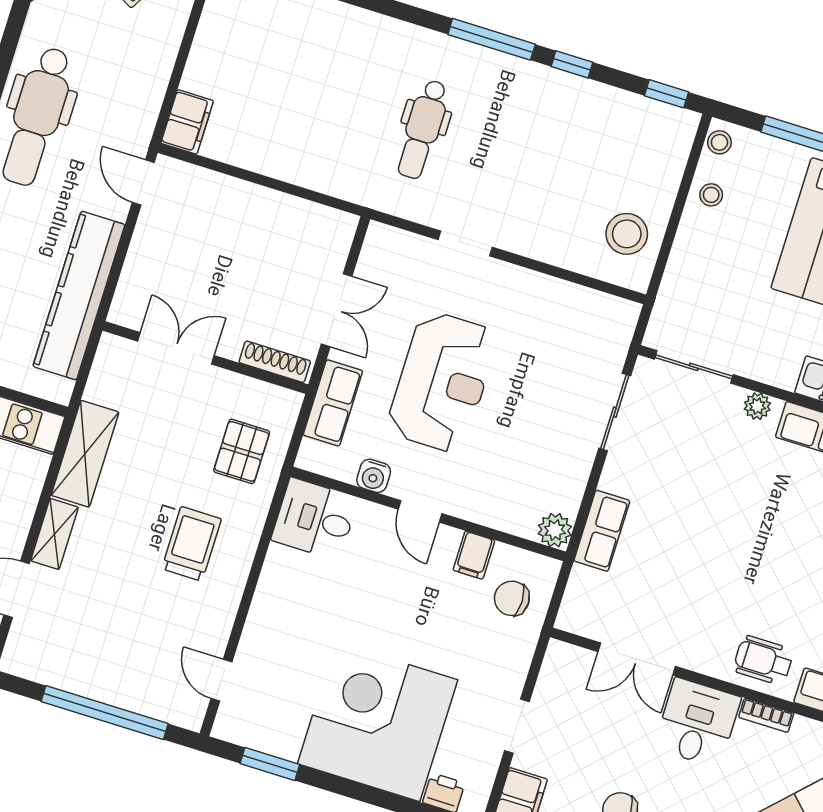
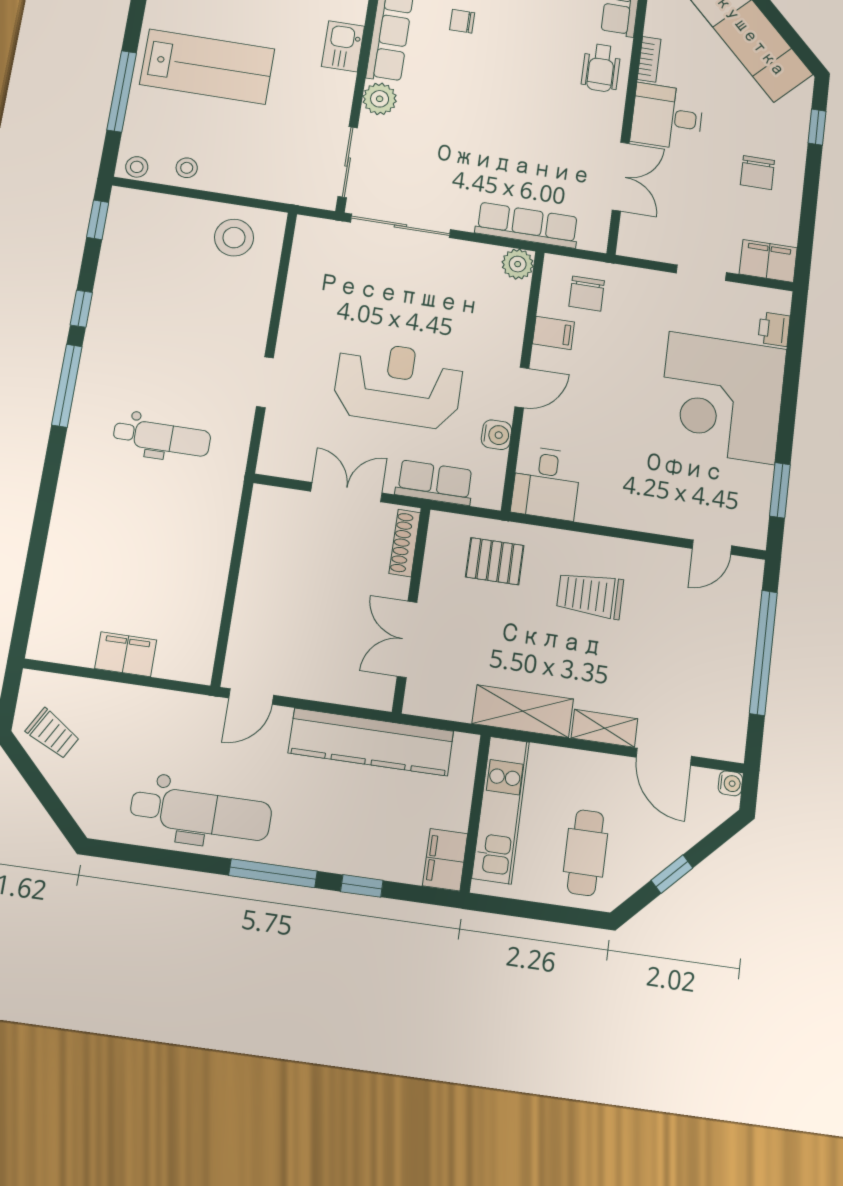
filing cabinet: (187, 122) -> (126, 654), moved
plant: (757, 406) -> (380, 99), width x1.38, depth x1.38
sliding door: (615, 412) -> (400, 226), width x1.37
row of seats: (602, 531) -> (527, 225), width x1.48

